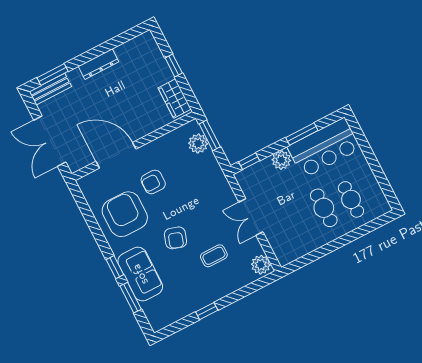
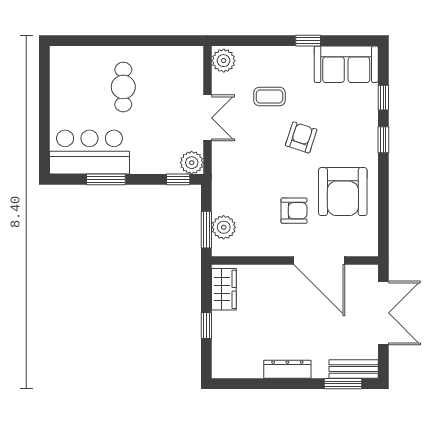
plant: (281, 160) -> (192, 163), moved
cafe table: (351, 199) -> (89, 81), removed
sofa: (140, 274) -> (346, 64), moved, turned -90
window: (131, 298) -> (383, 98), width x0.67

